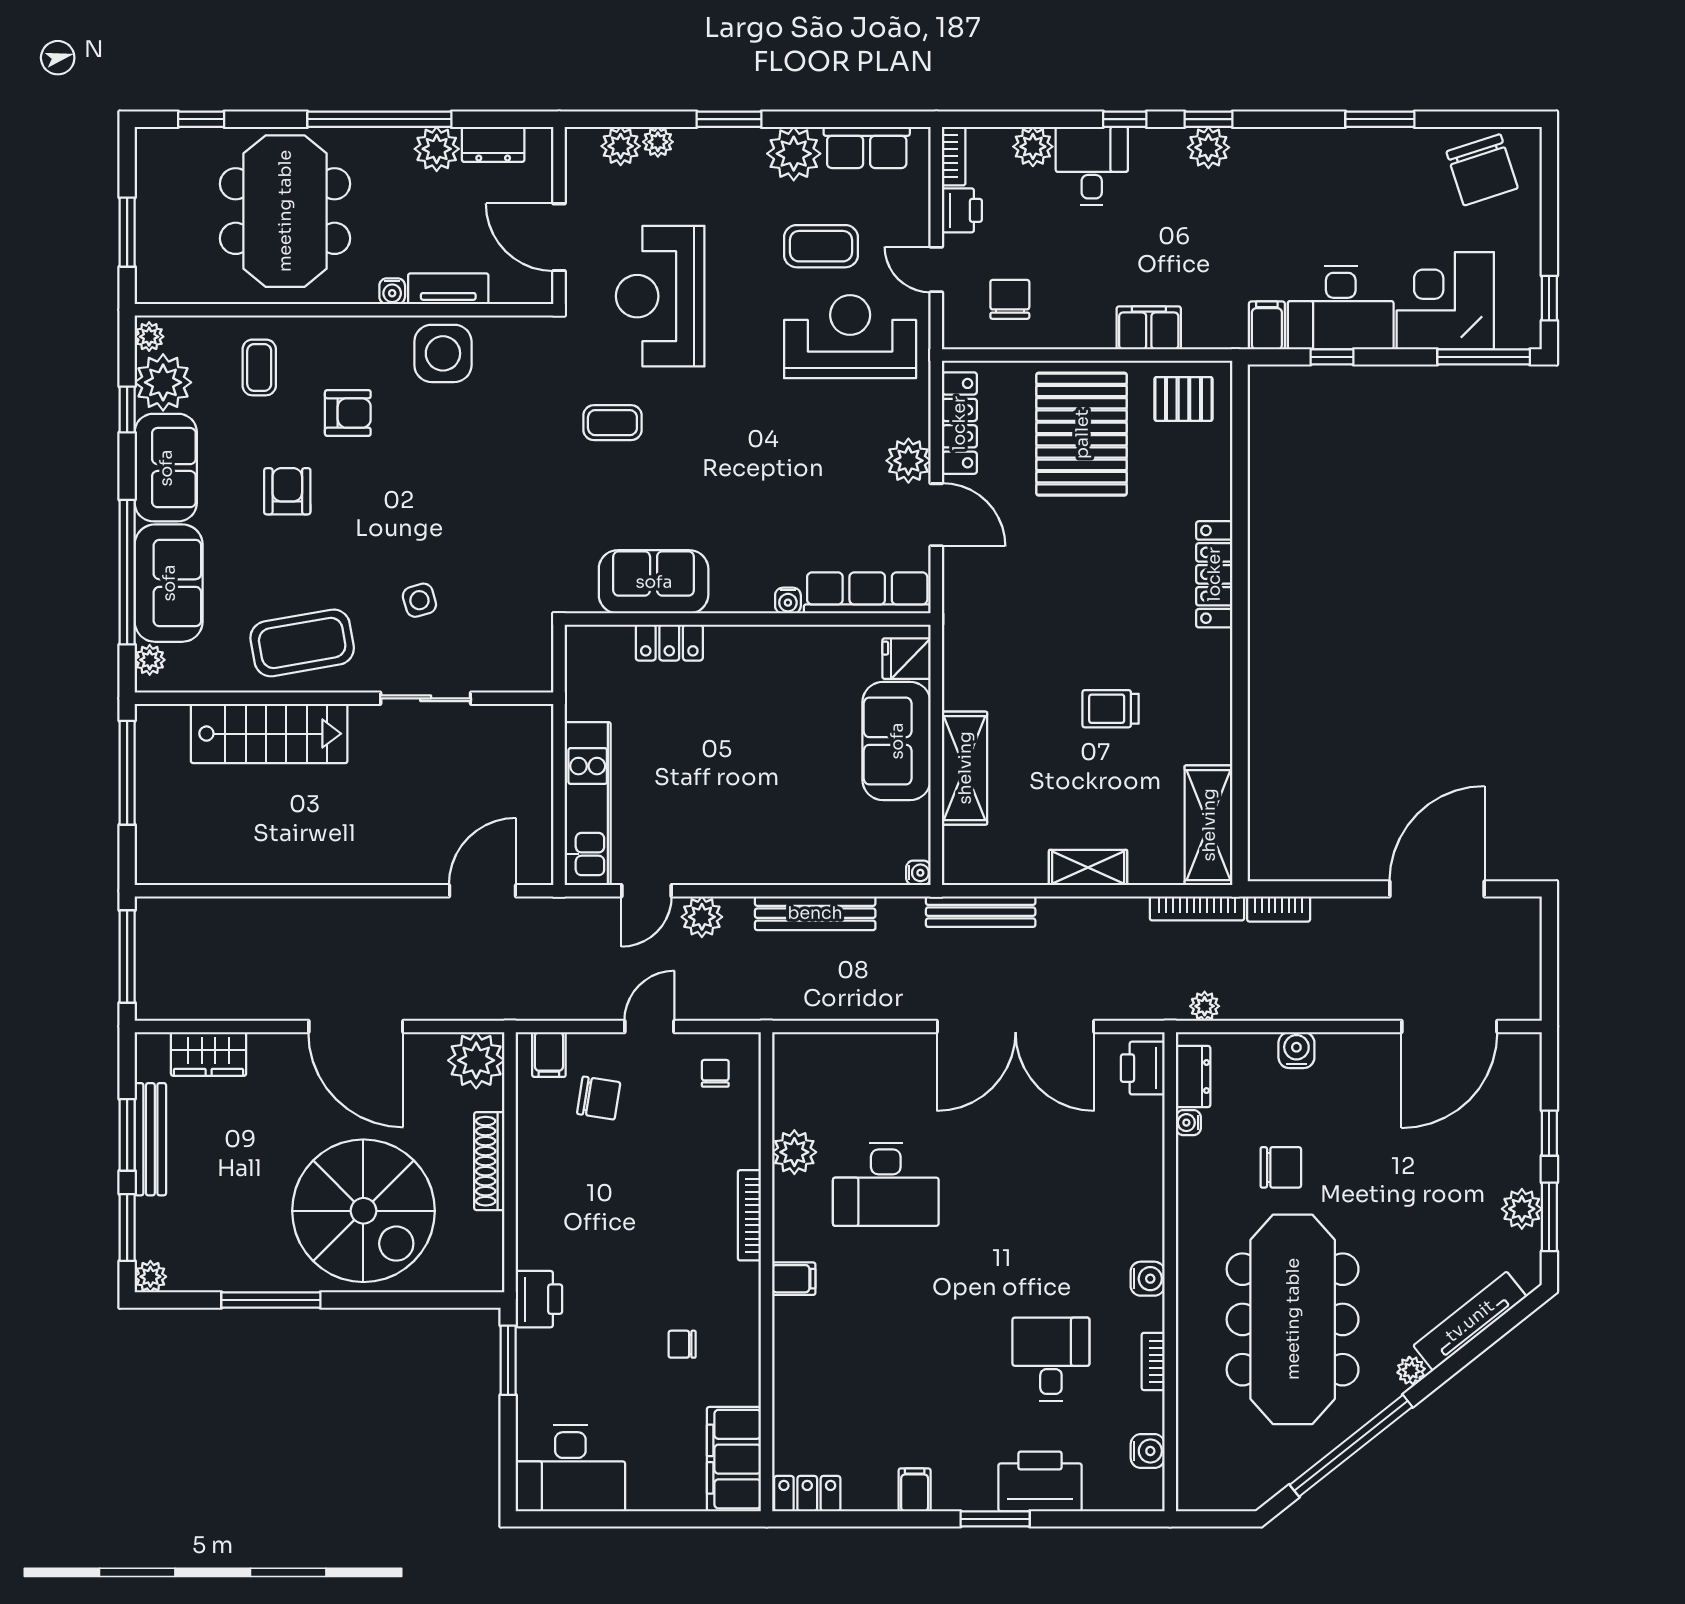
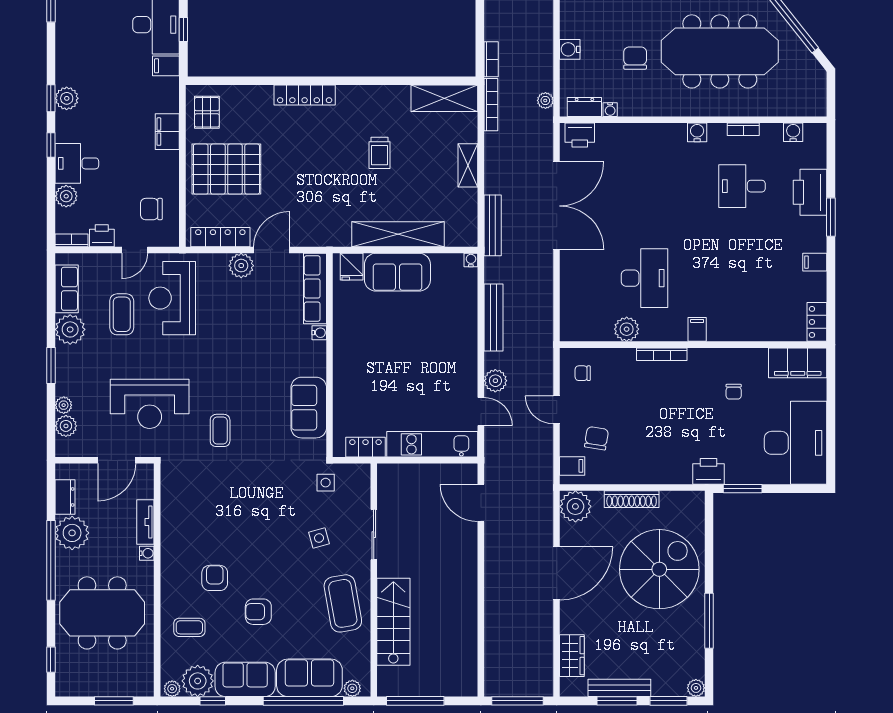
plant: (437, 149) -> (72, 533), width x1.36, depth x1.36
side table: (443, 353) -> (326, 483), moved, width x0.54, depth x0.54
locker: (669, 643) -> (365, 447), moved, turned -90
shelving: (965, 768) -> (398, 234), width x1.47
desk: (570, 1468) -> (796, 443), width x1.36, depth x1.30

